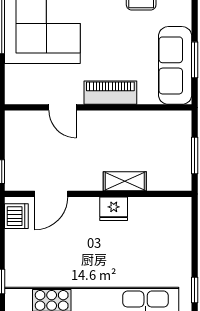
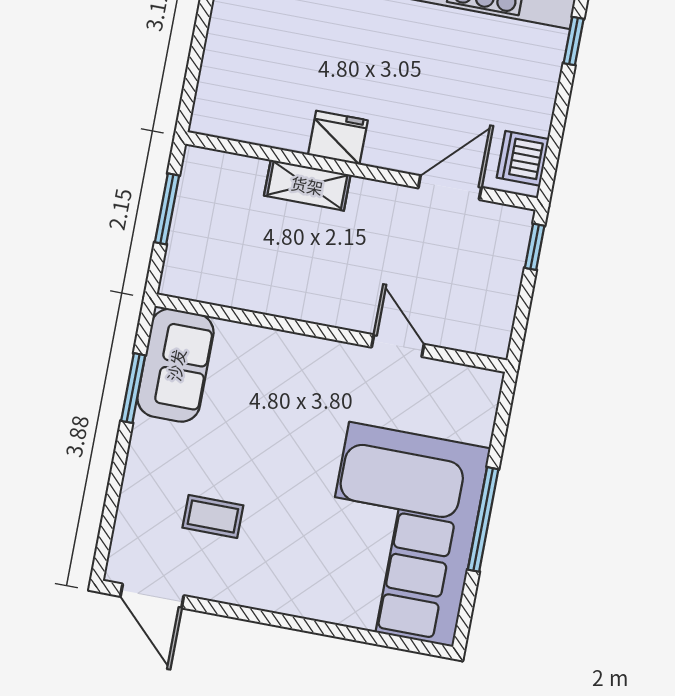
sofa: (175, 65) -> (176, 365), width x0.73
piano: (110, 93) -> (303, 356), removed

